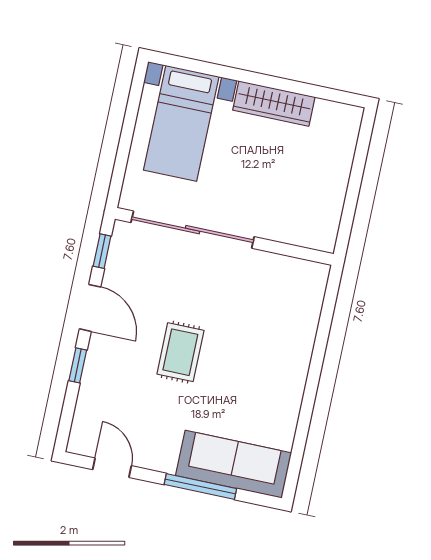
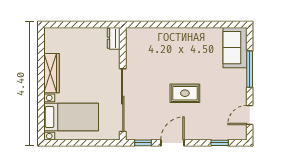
dresser: (315, 238) -> (114, 38), added
window: (78, 365) -> (220, 143), moved
sofa: (234, 464) -> (235, 48), width x0.73

